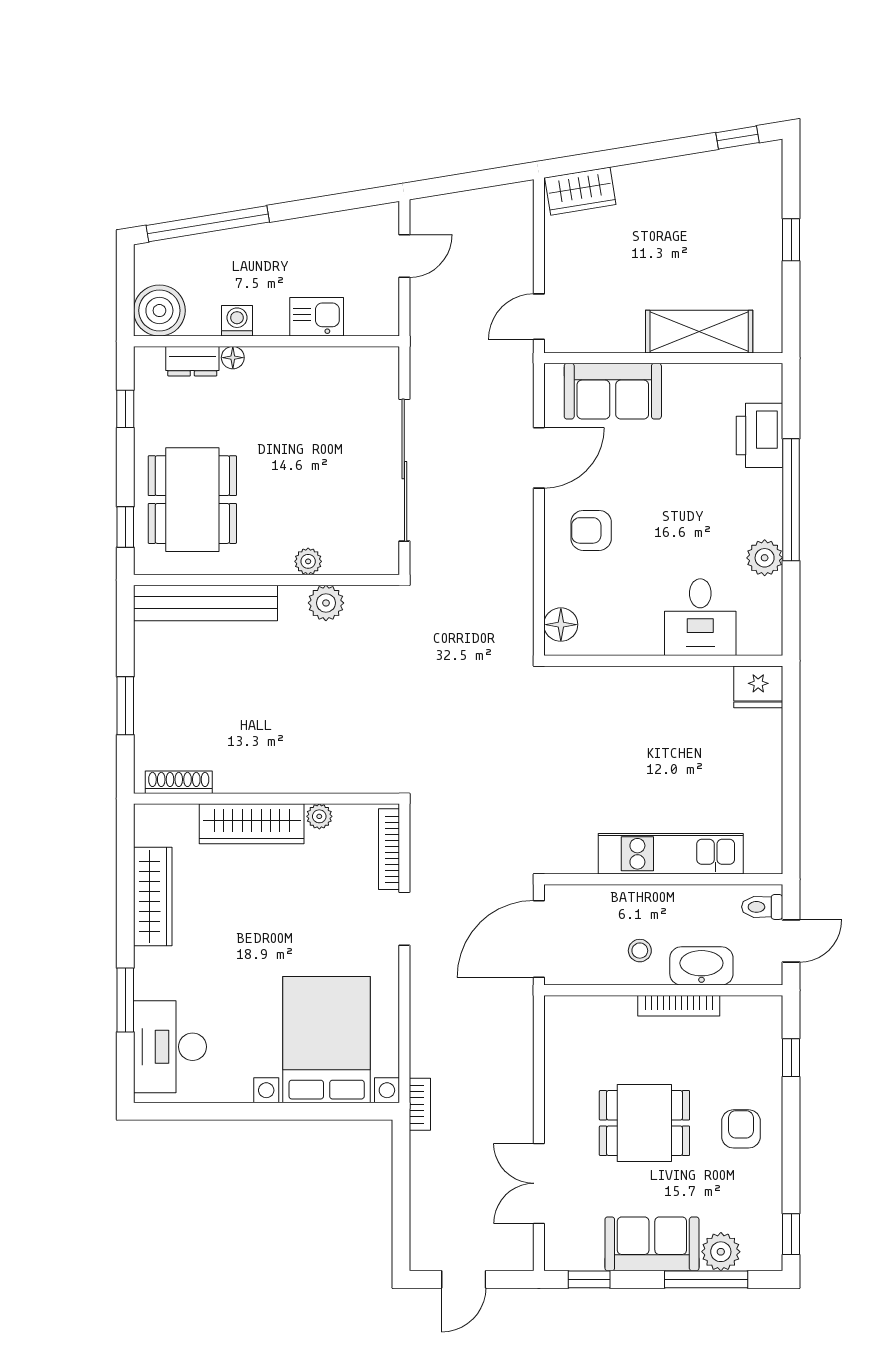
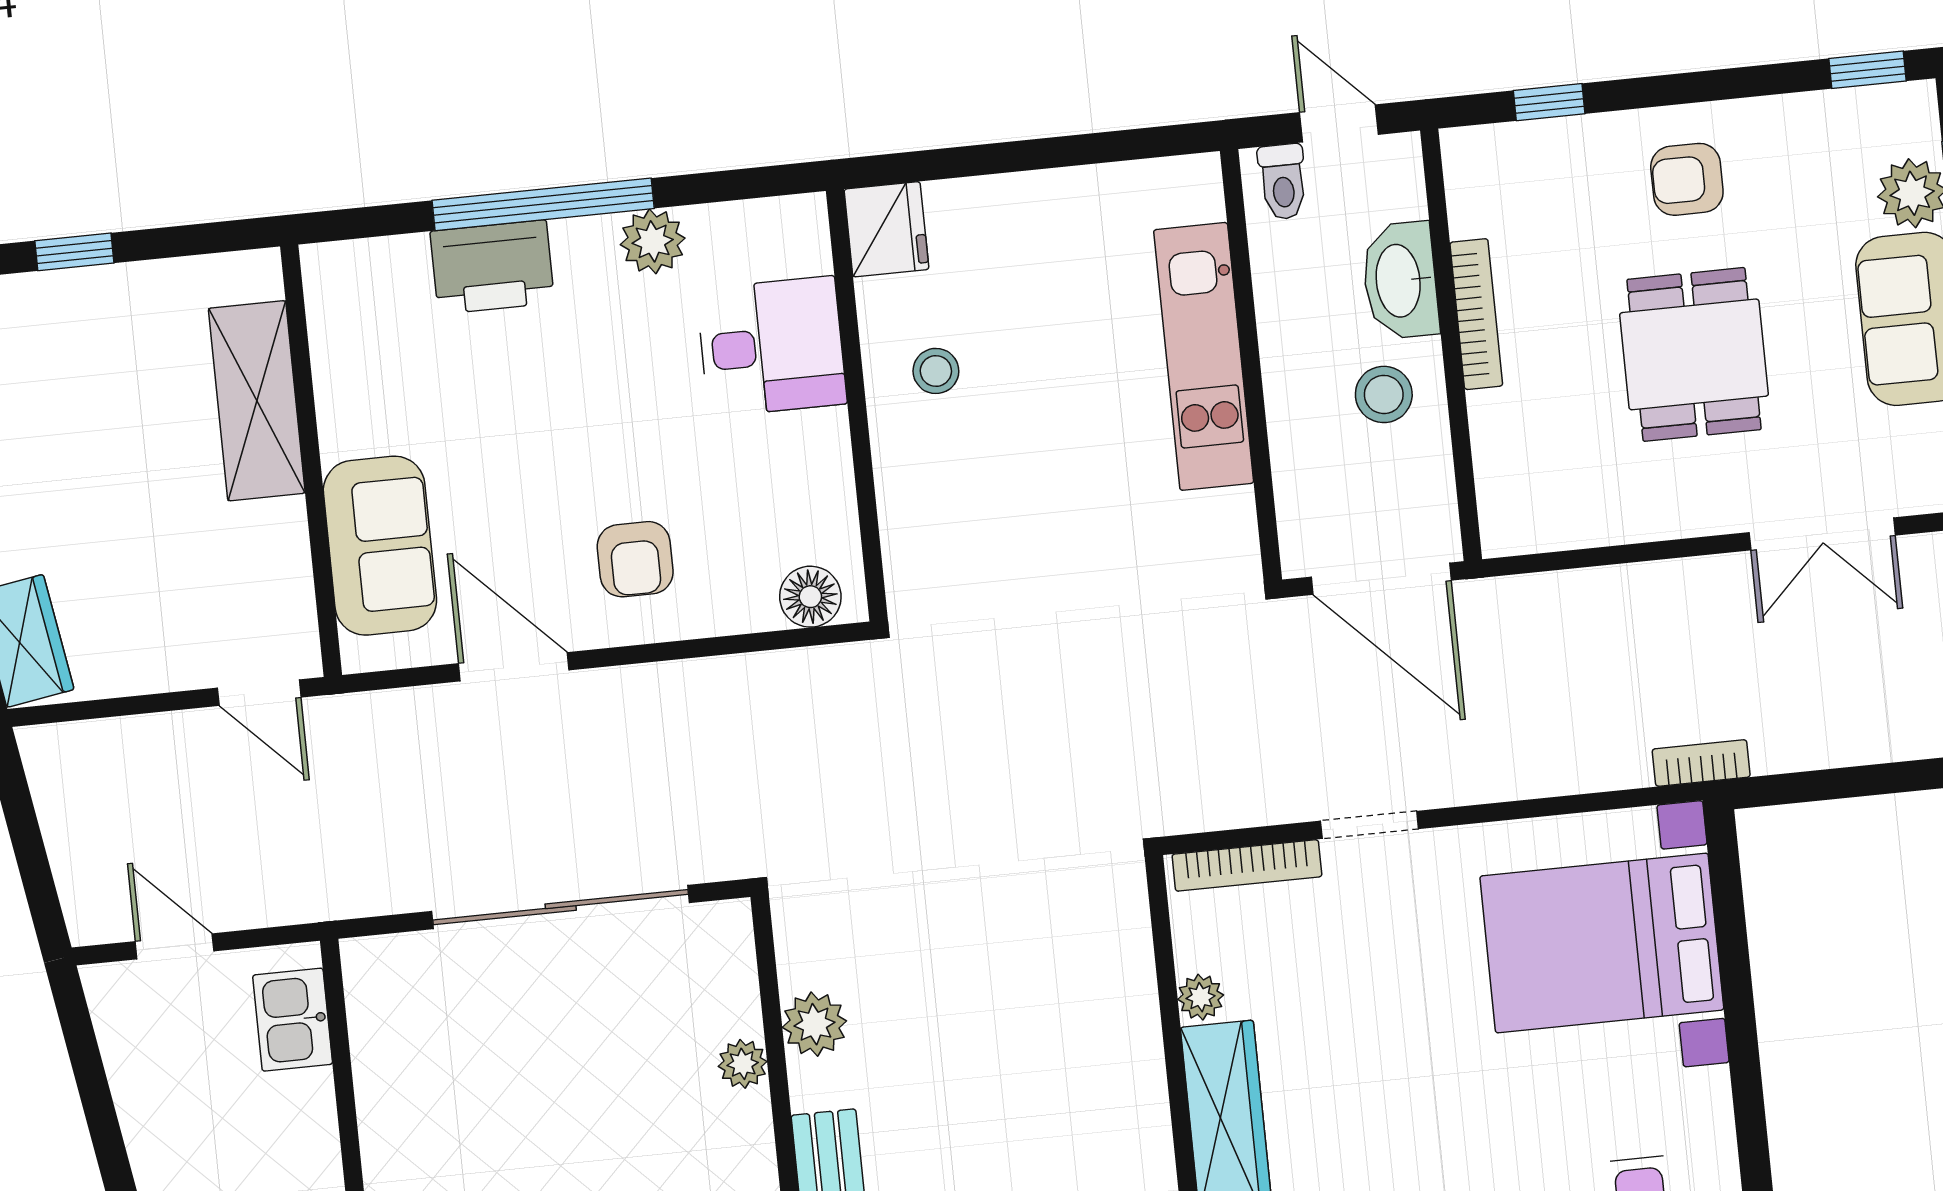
kitchen sink: (317, 317) -> (293, 1020), moved
printer: (759, 435) -> (492, 267), moved
stool: (678, 706) -> (936, 371), added
stool: (640, 951) -> (1384, 394), width x1.37, depth x1.37

